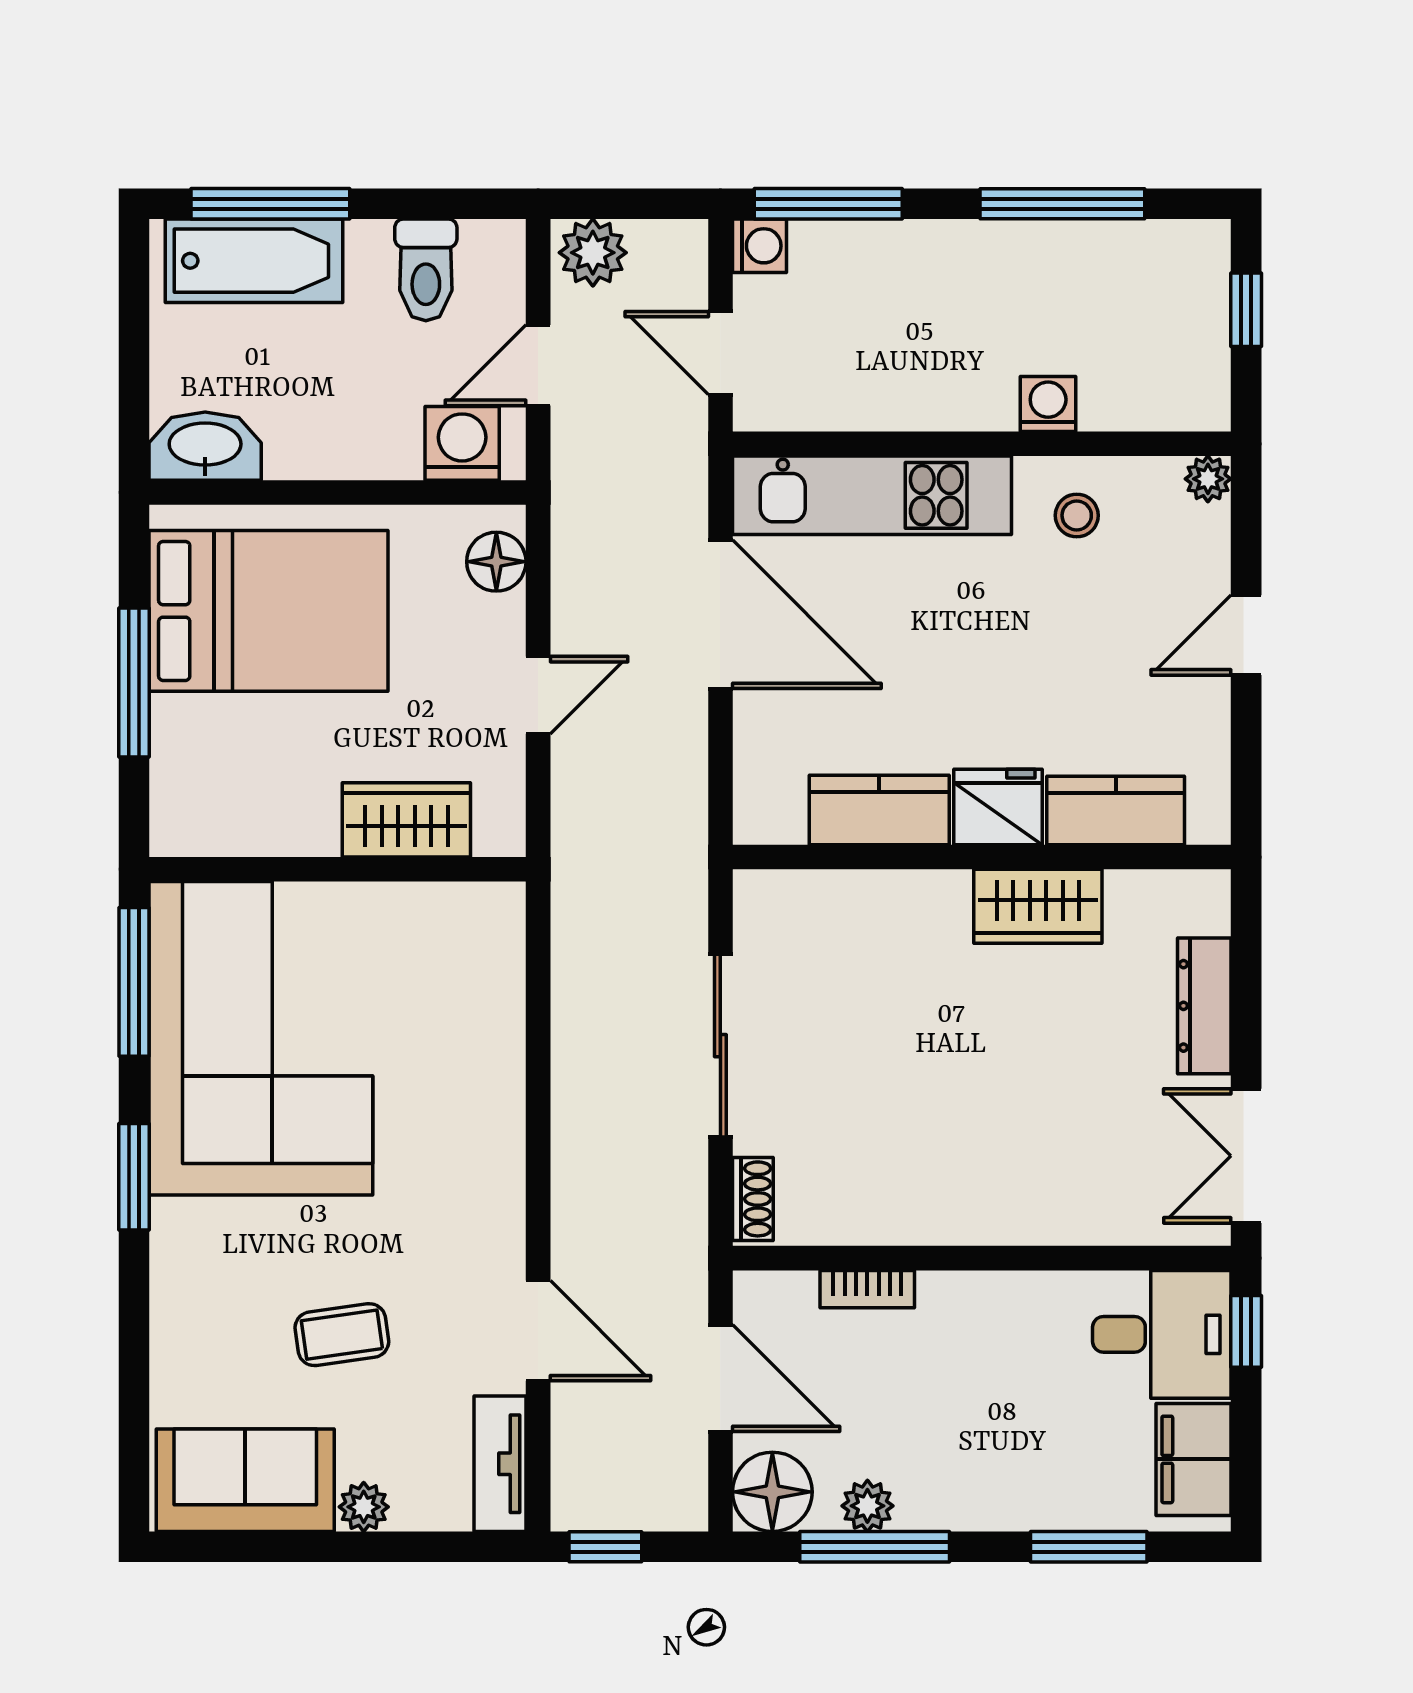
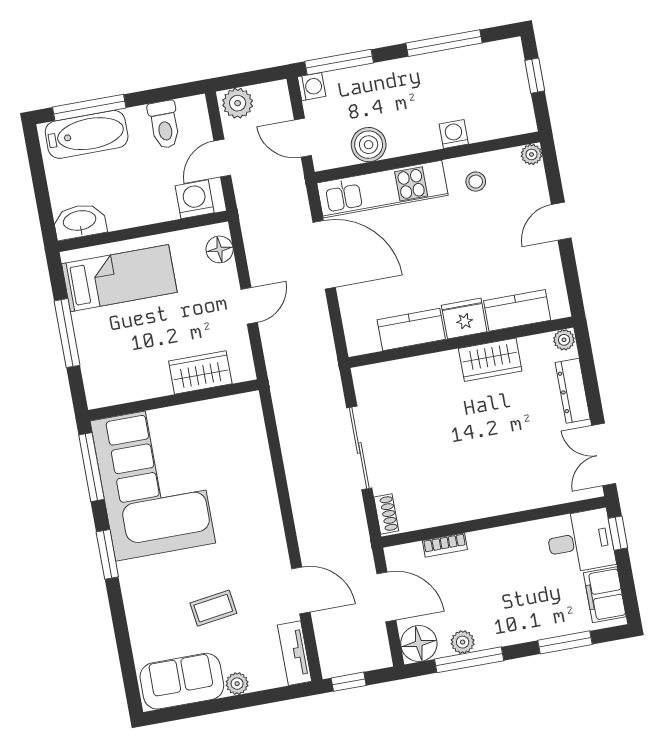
boiler: (860, 394) -> (369, 145), added
bed: (268, 611) -> (119, 278), width x0.67
plant: (1205, 892) -> (564, 340), added

